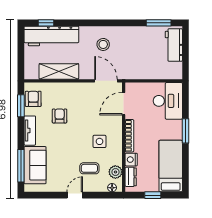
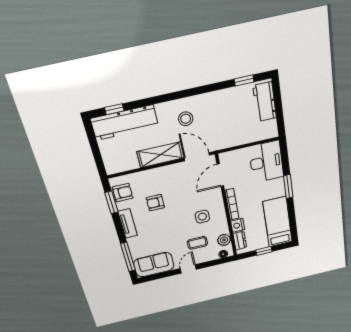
window: (159, 23) -> (244, 80), width x0.67
shelving: (59, 71) -> (160, 155), moved
armchair: (33, 99) -> (123, 193), turned 90
armchair: (60, 116) -> (155, 203), turned -90
sofa: (35, 165) -> (154, 265), moved, turned -90

